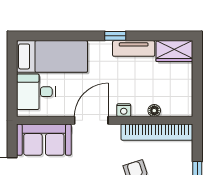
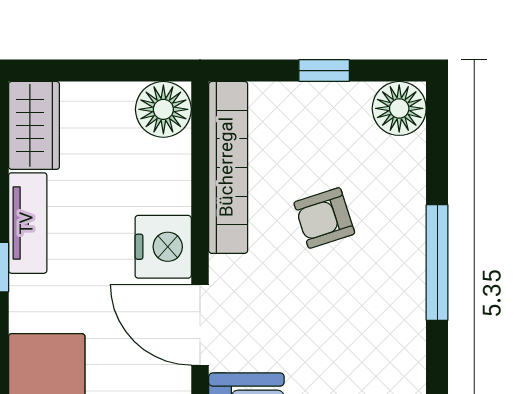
nightstand: (124, 110) -> (163, 247), width x1.89, depth x1.79
floor lamp: (154, 111) -> (163, 109), moved, width x1.89, depth x1.89

